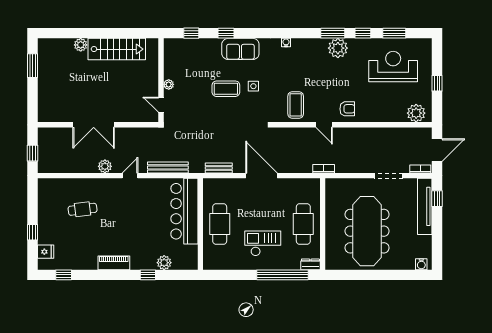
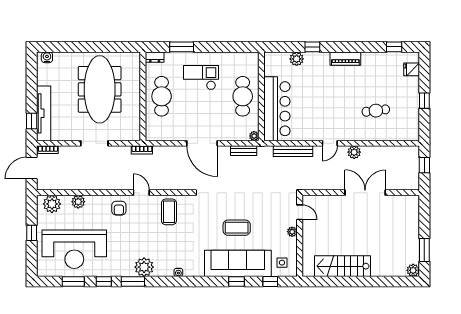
plant: (81, 45) -> (413, 270), moved
plant: (338, 48) -> (144, 267), moved
sofa: (240, 49) -> (238, 263), width x1.85, depth x1.27
reception desk: (393, 66) -> (74, 249), width x1.36, depth x1.30
side table: (253, 86) -> (282, 263), moved
armchair: (347, 109) -> (119, 208), turned -90
plant: (389, 115) -> (78, 202), added
doorway: (388, 176) -> (94, 143), moved
plant: (208, 183) -> (254, 136), added
window: (32, 232) -> (424, 101), moved
checkout: (263, 243) -> (201, 78), turned 180
window: (282, 275) -> (182, 47), width x0.47

